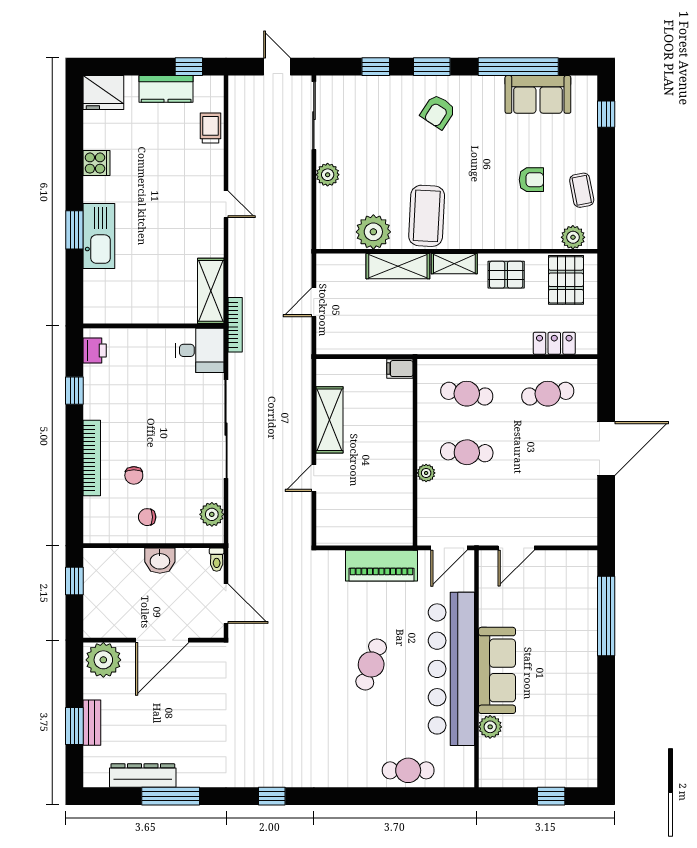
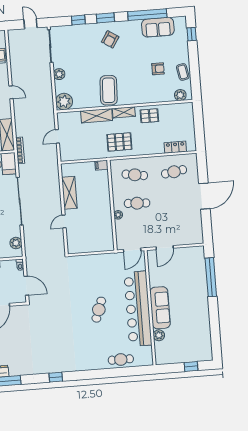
plant: (373, 232) -> (64, 102), moved
pallet: (566, 280) -> (119, 142), moved, turned 90
piano: (381, 566) -> (100, 261), removed

